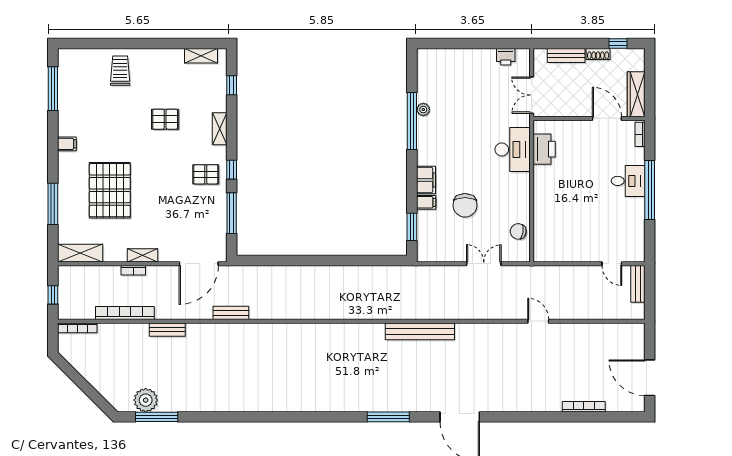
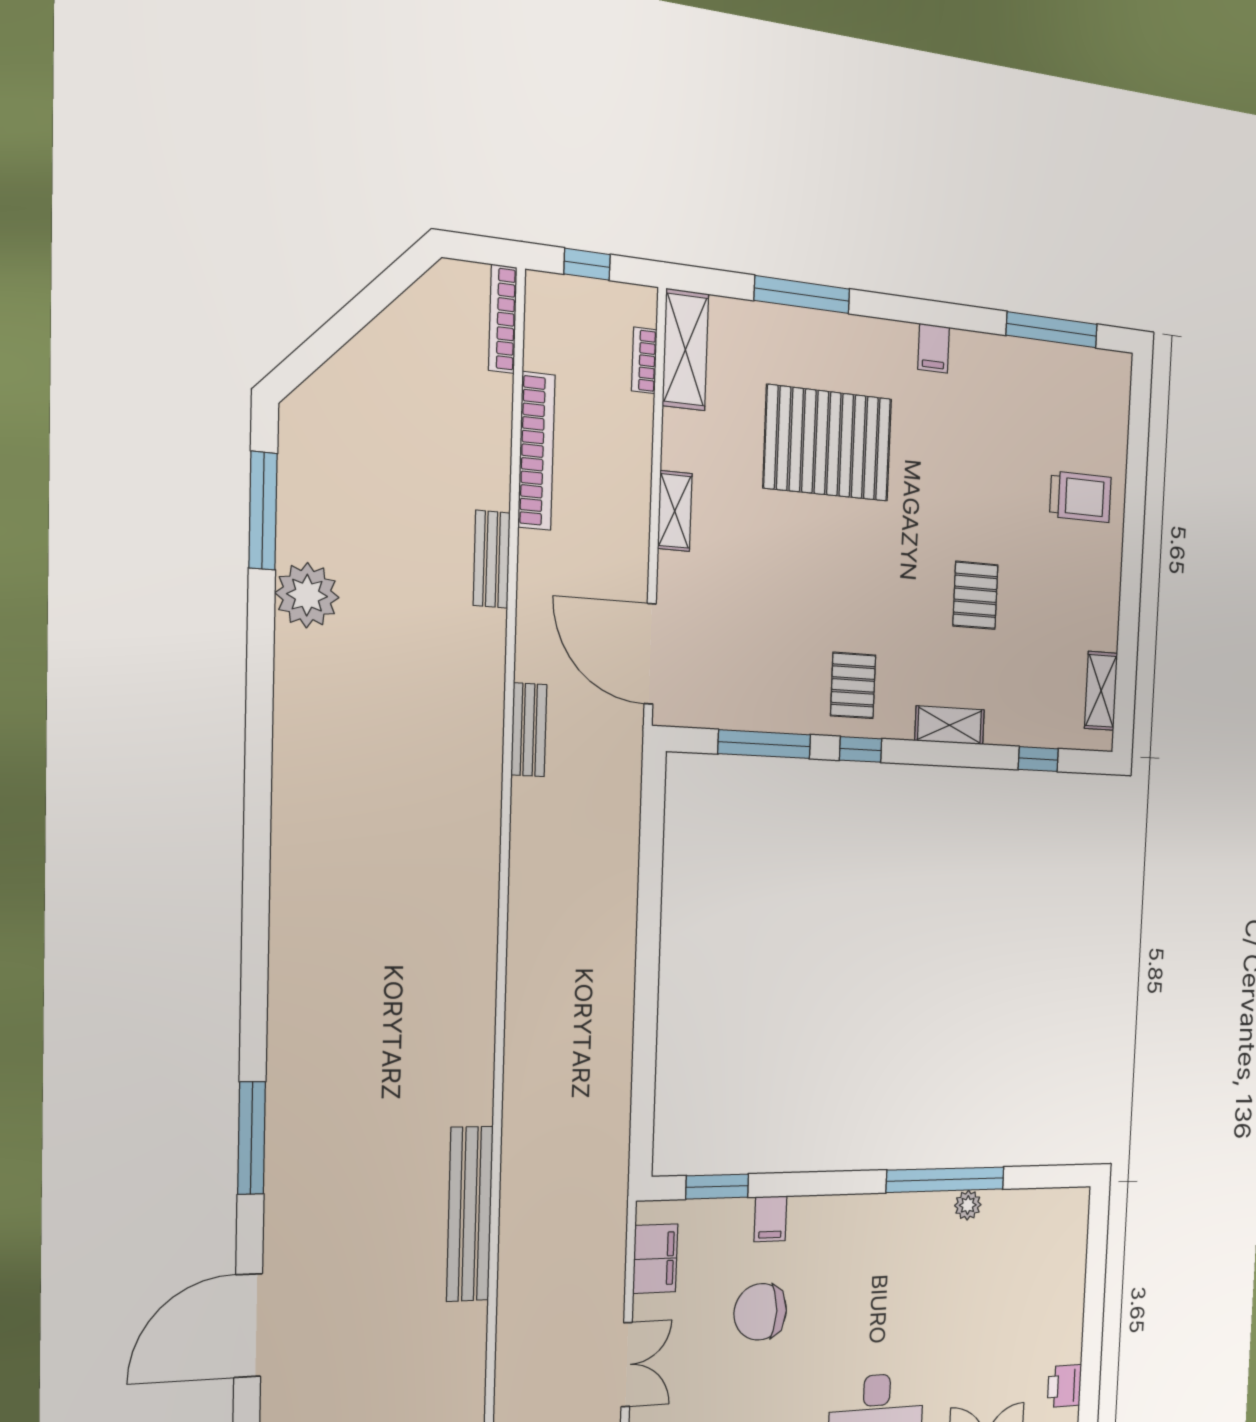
filing cabinet: (426, 180) -> (655, 1259), moved, turned -90
bookcase: (133, 270) -> (644, 360), moved
plant: (146, 400) -> (307, 595), moved

